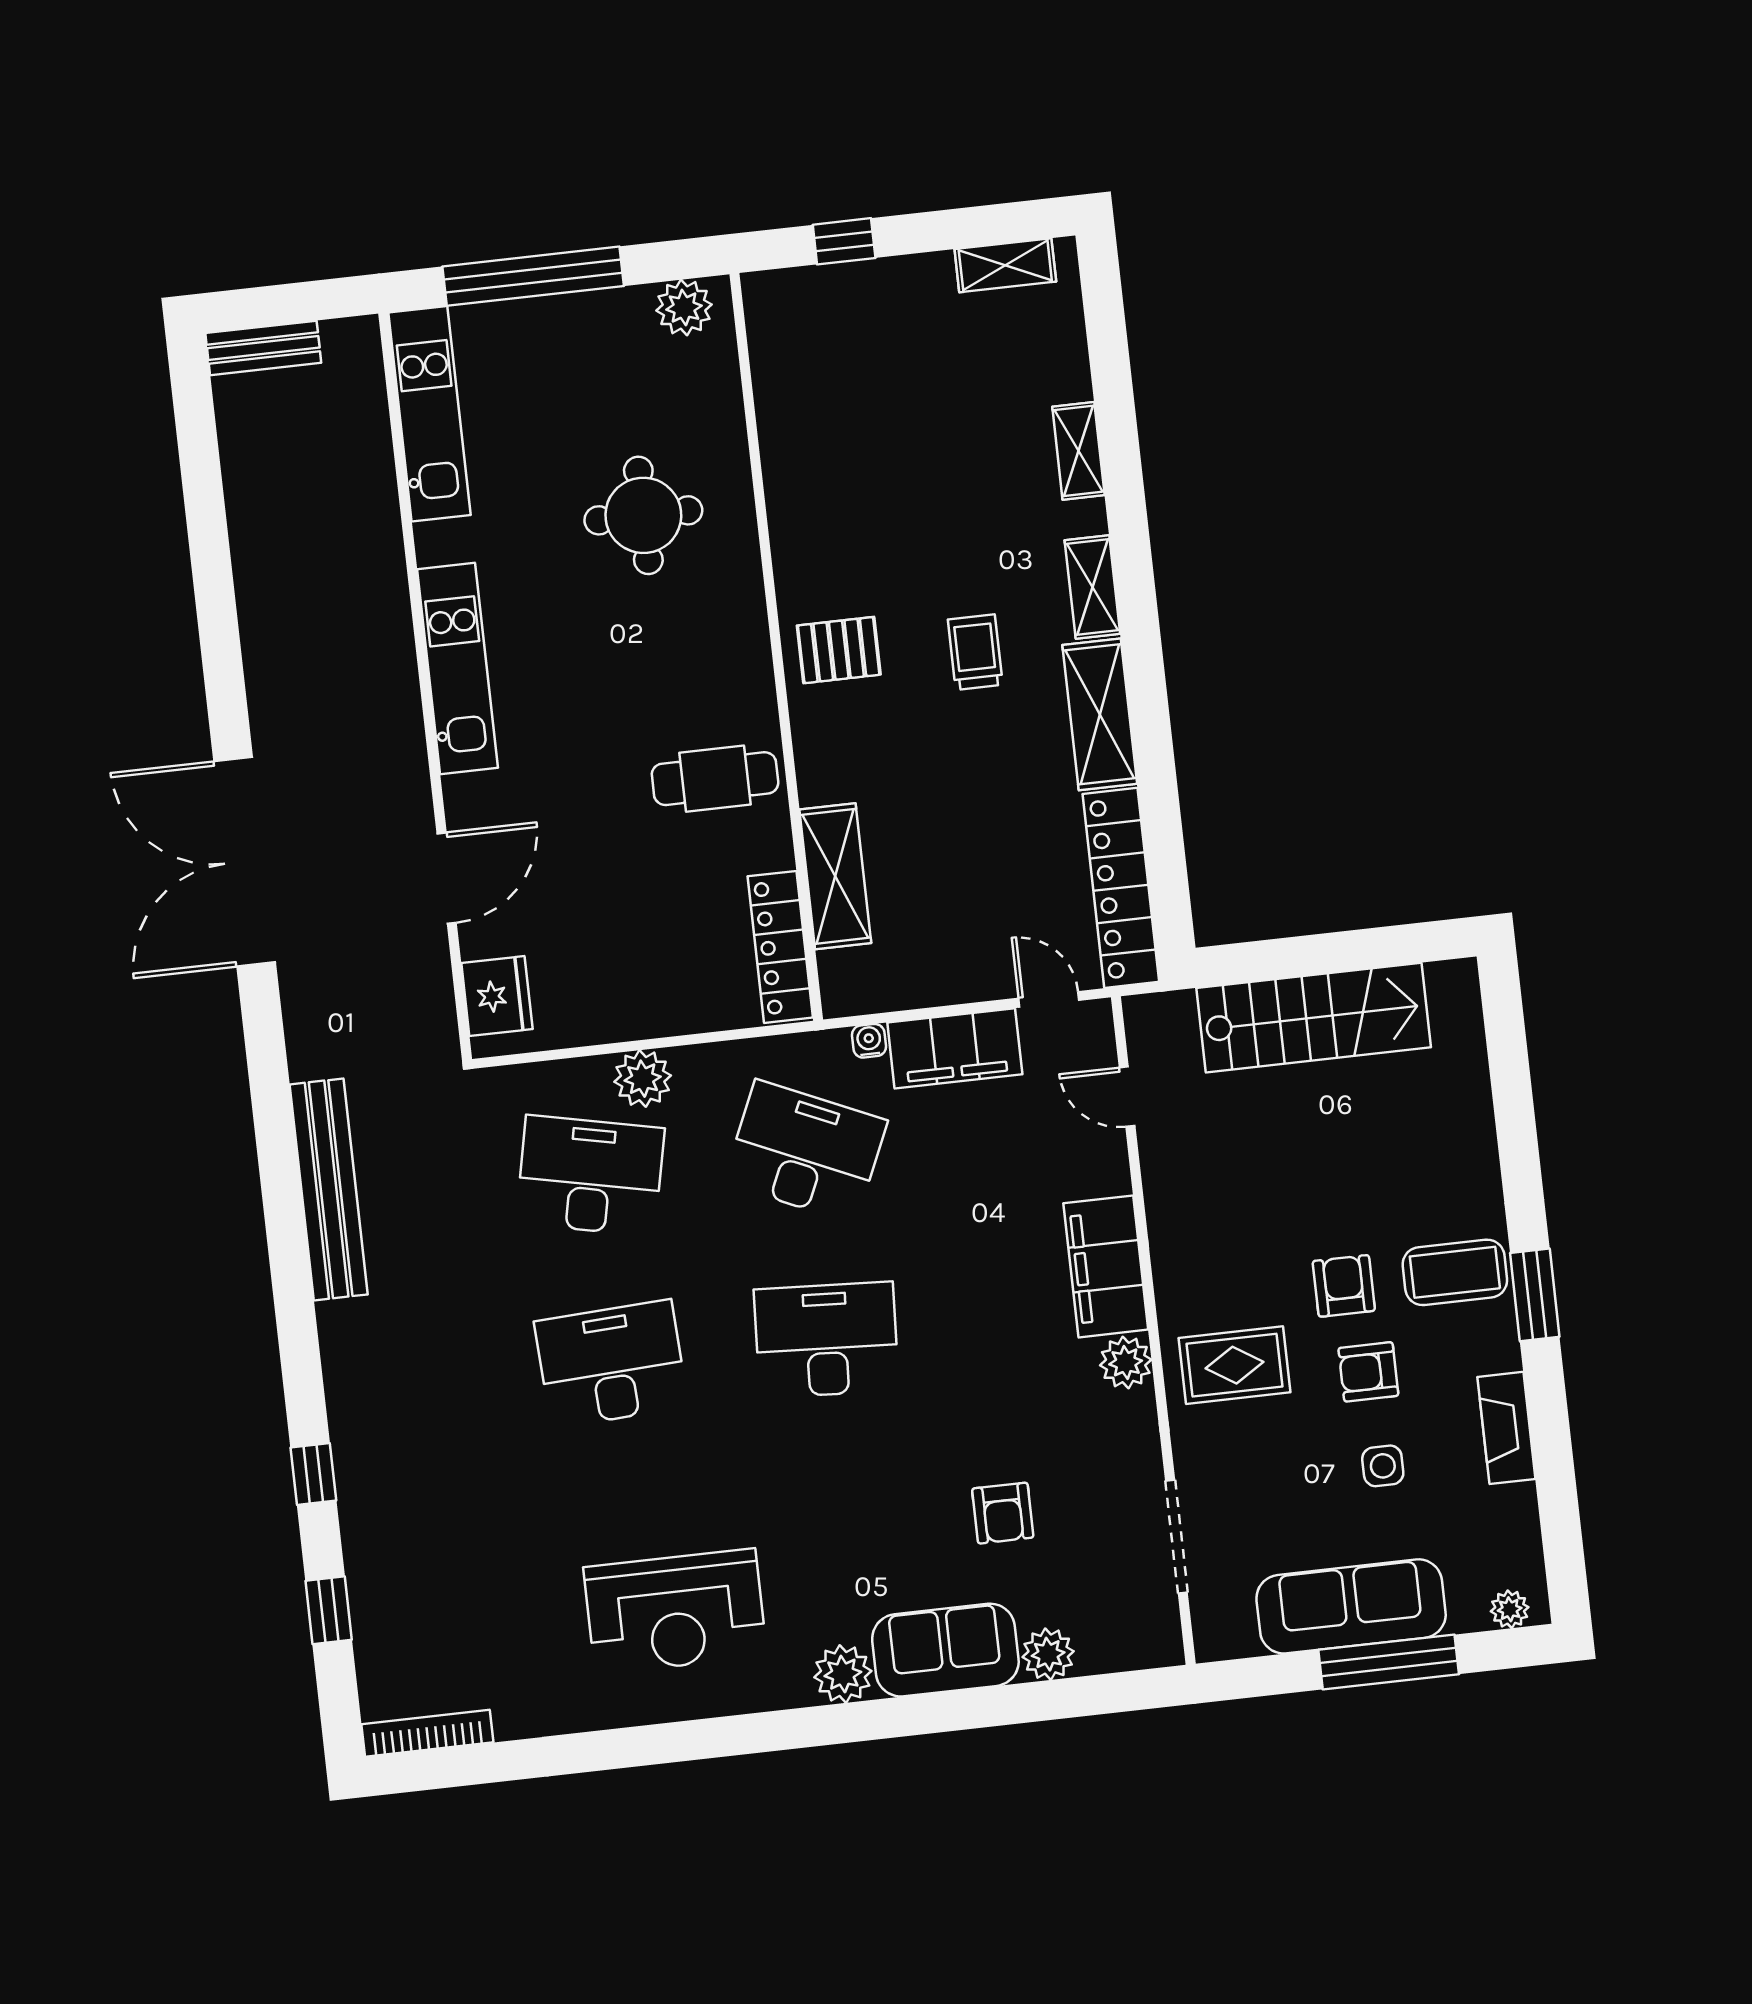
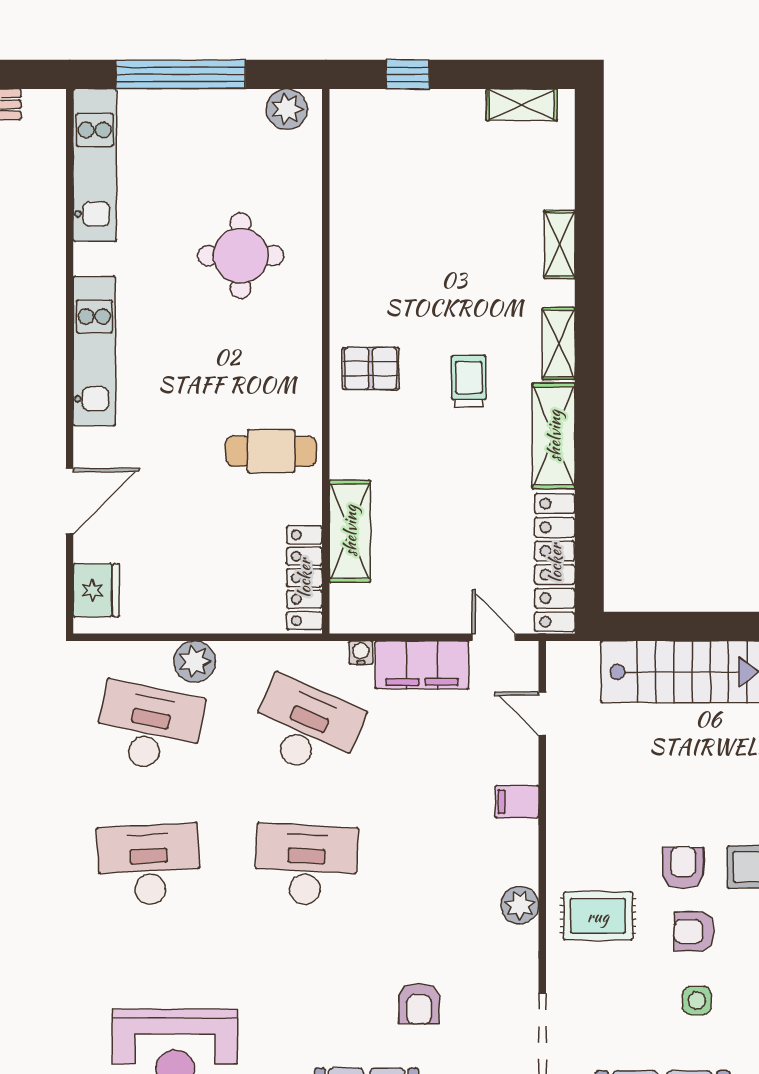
filing cabinet: (1106, 1266) -> (517, 802), width x0.33, depth x0.86

